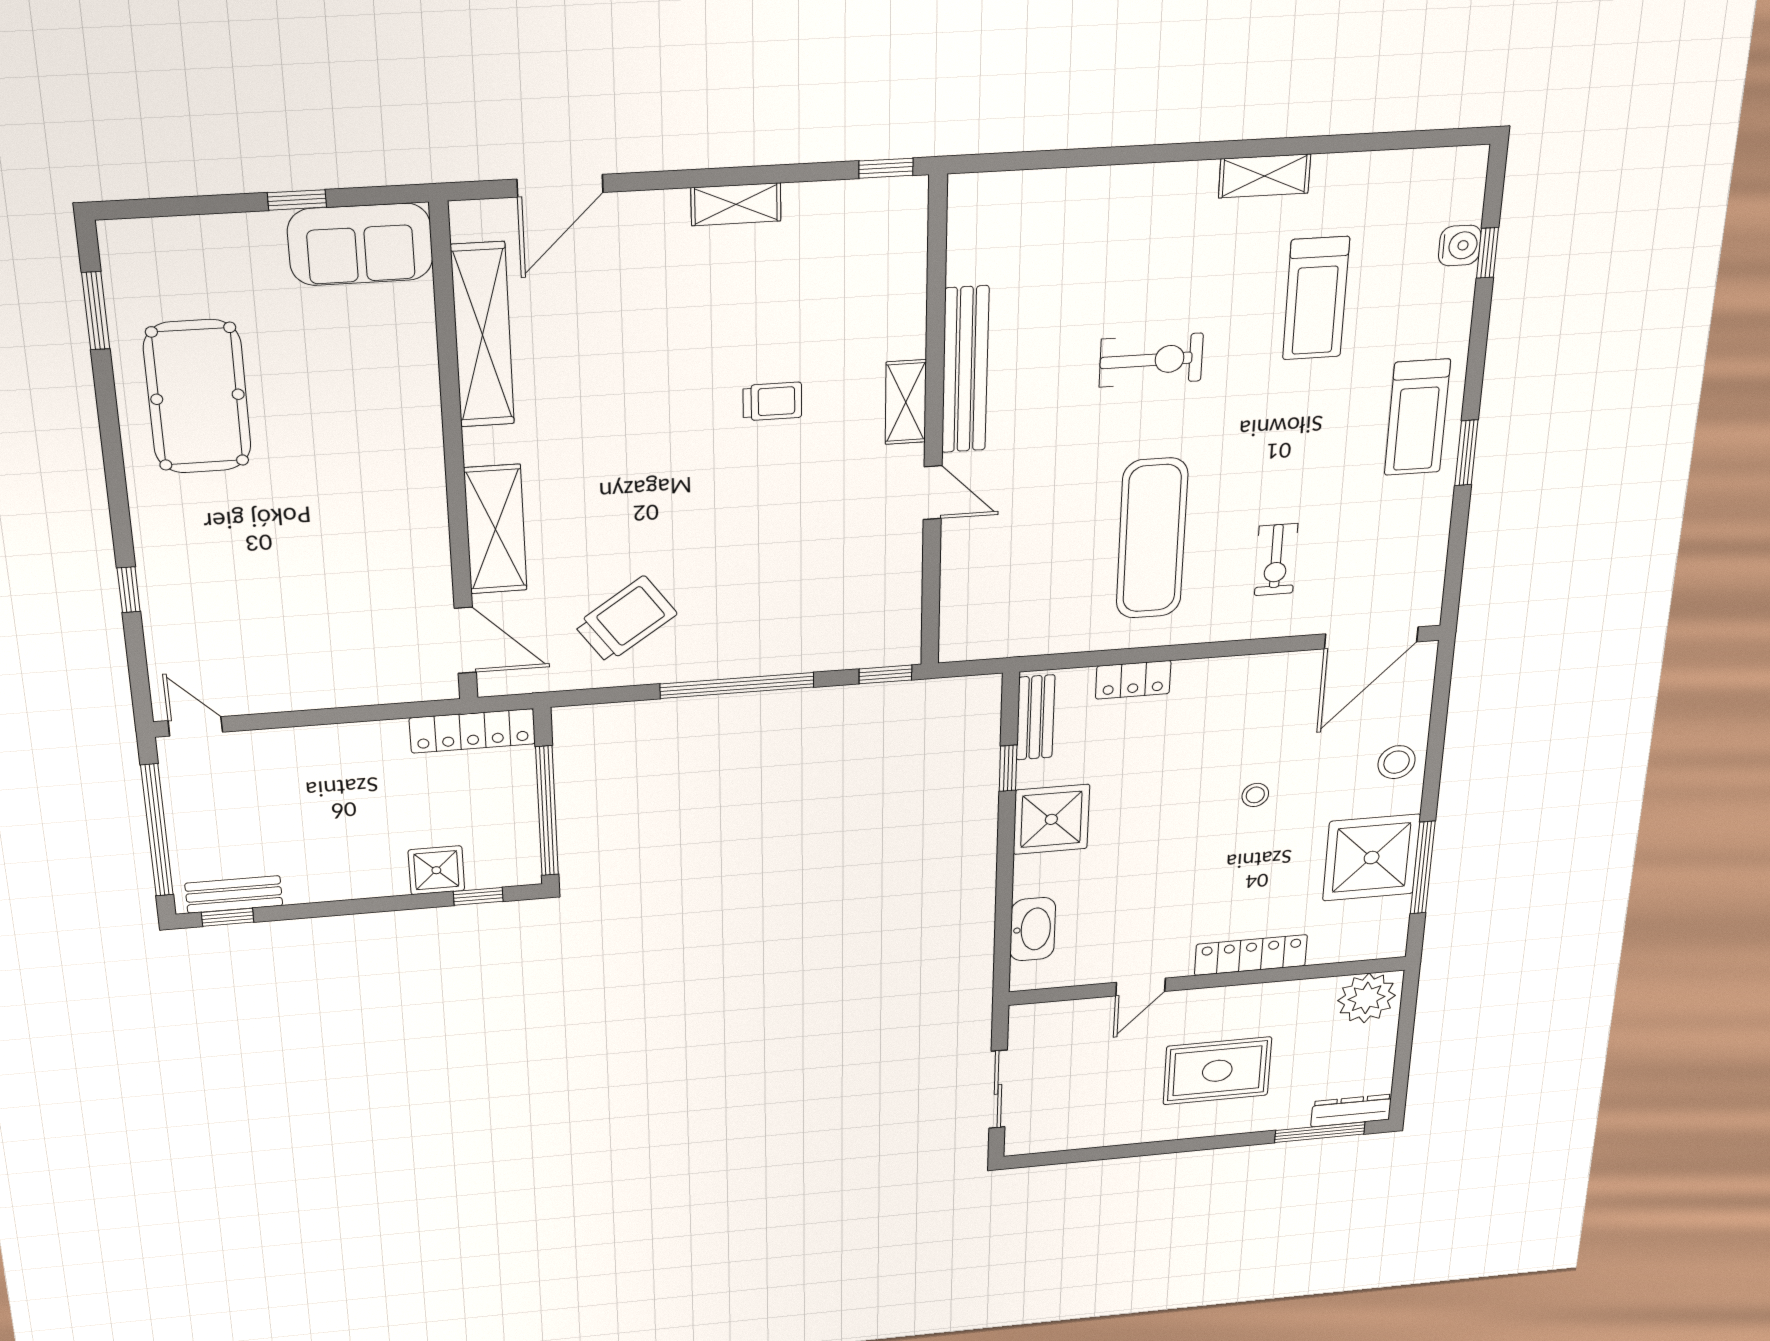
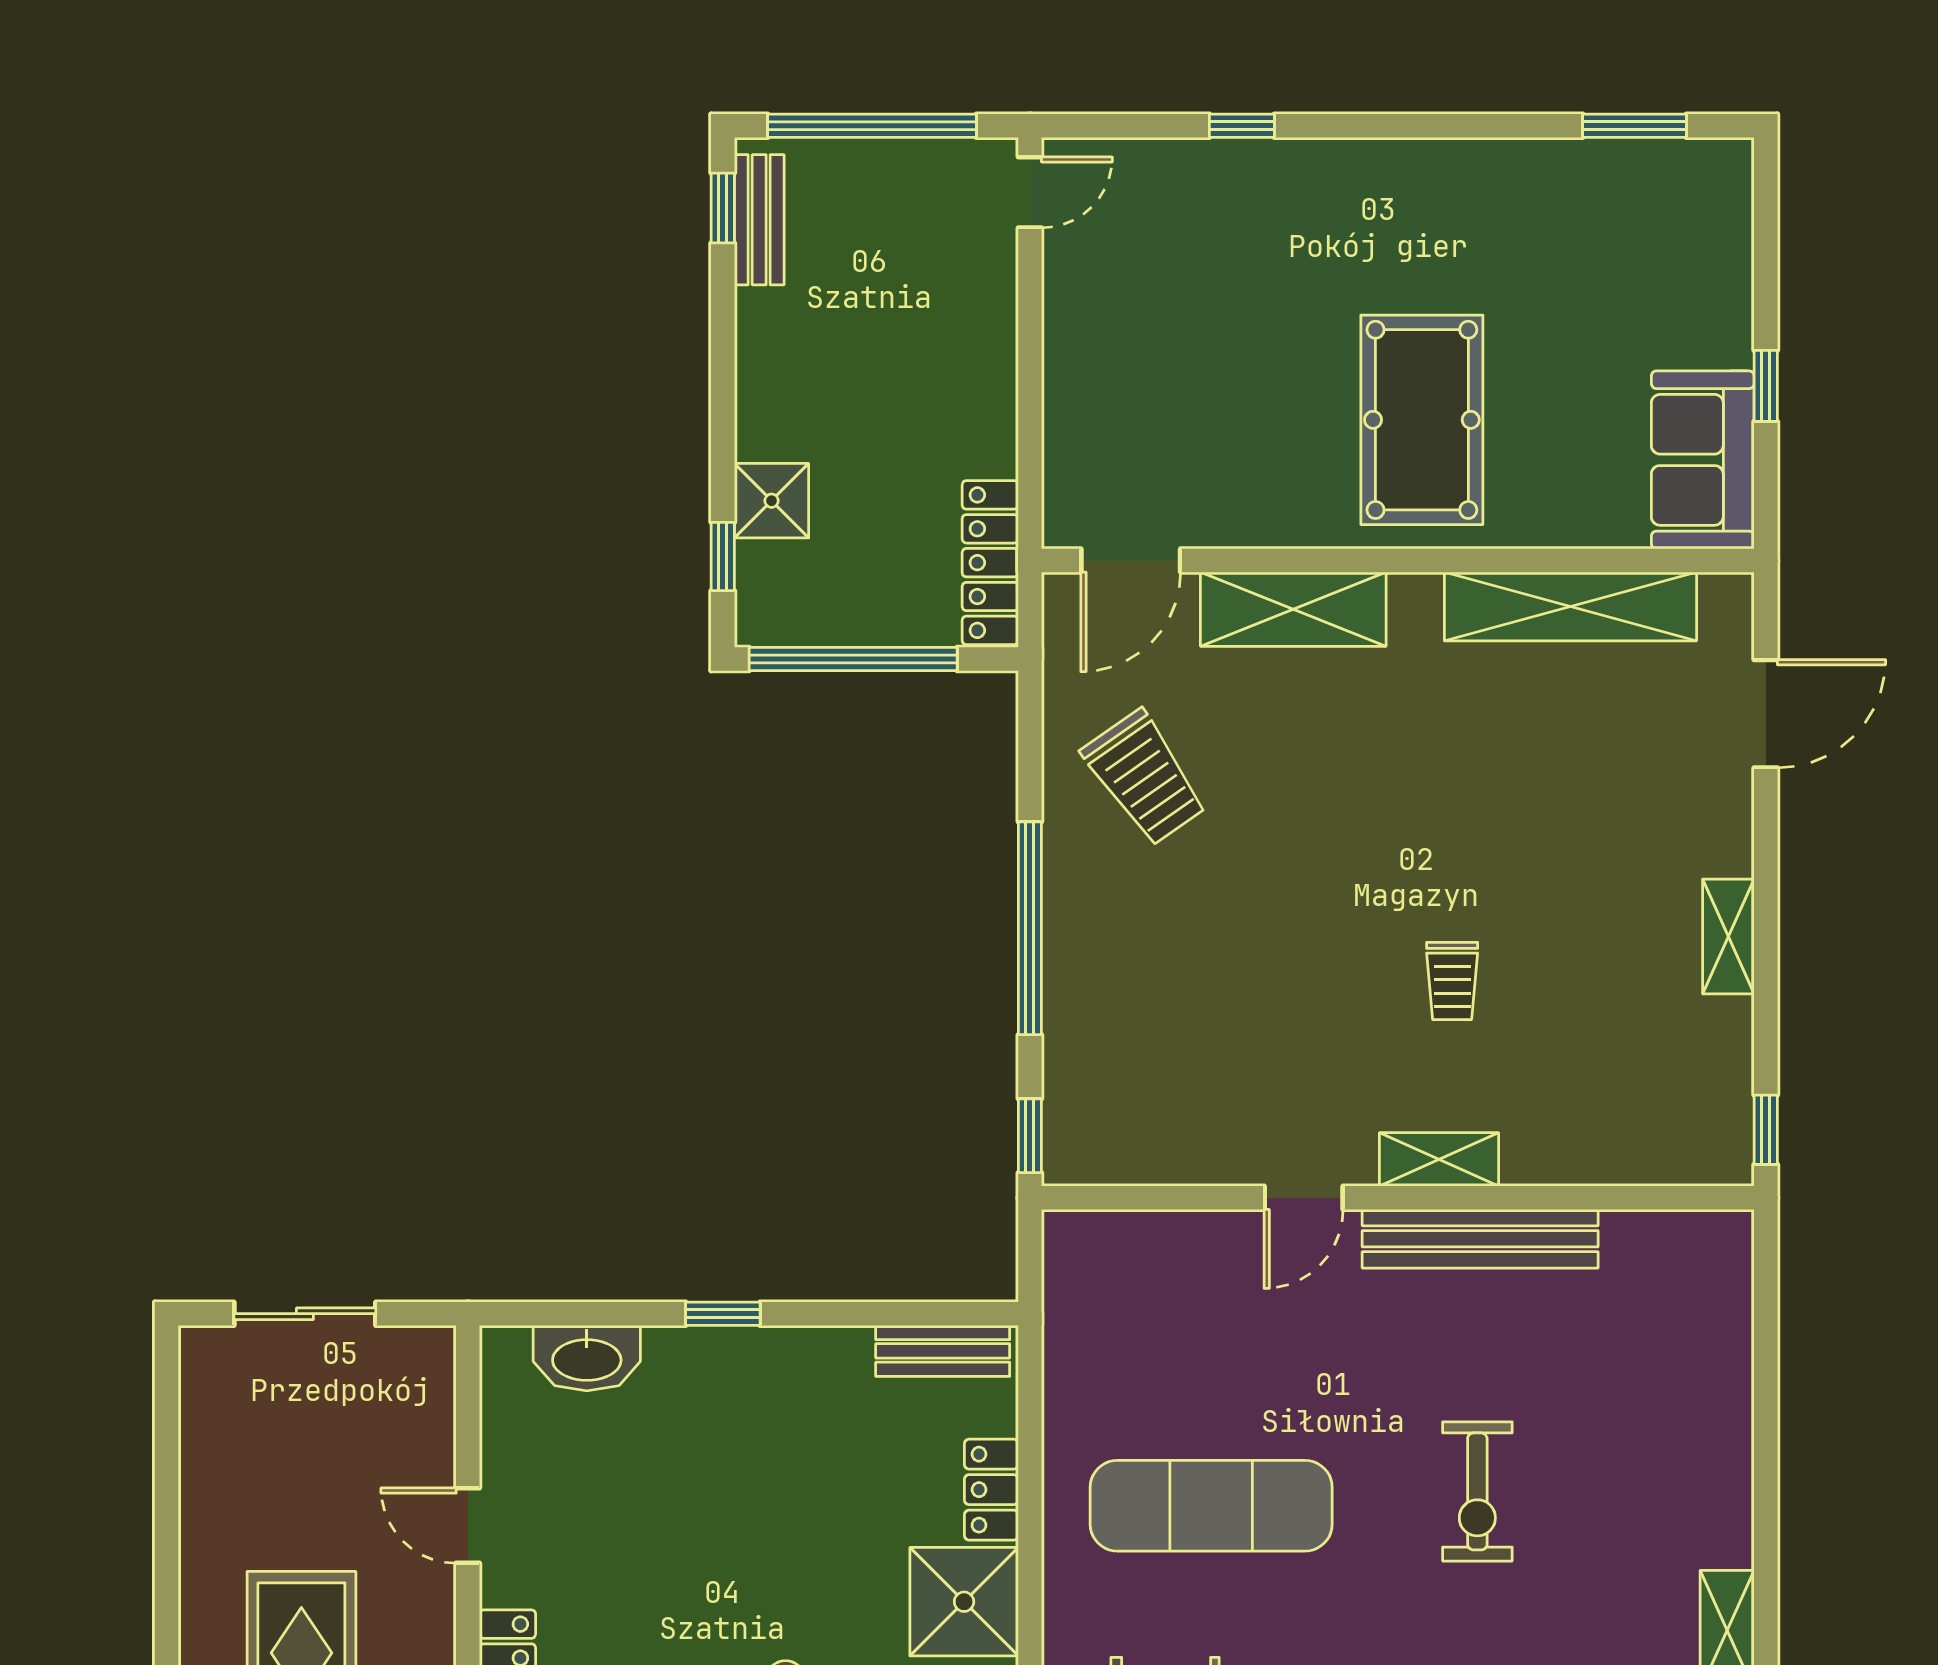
door: (560, 186) -> (1766, 714), swing flipped
pool table: (197, 397) -> (1422, 420), moved, turned 90
window: (1008, 768) -> (723, 1314), moved
shower: (1051, 819) -> (964, 1602), moved

